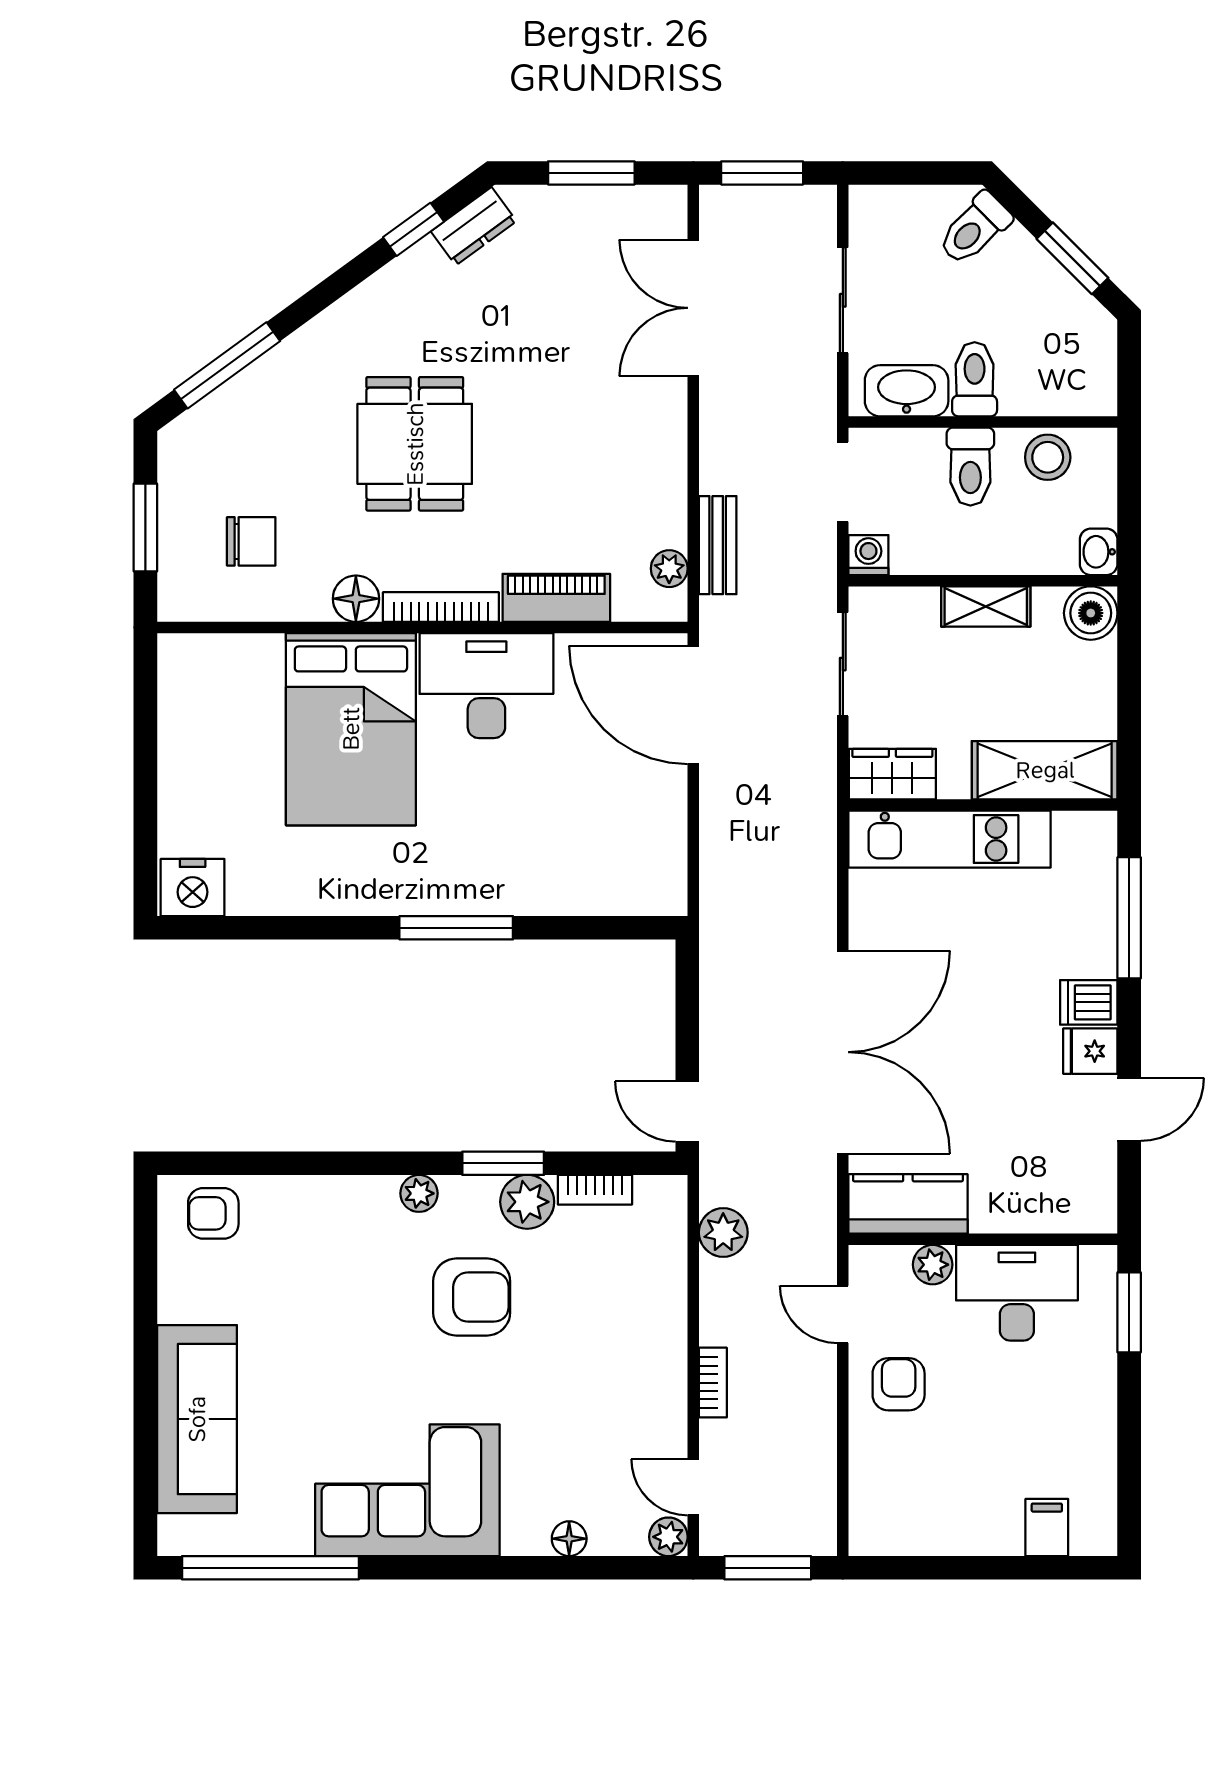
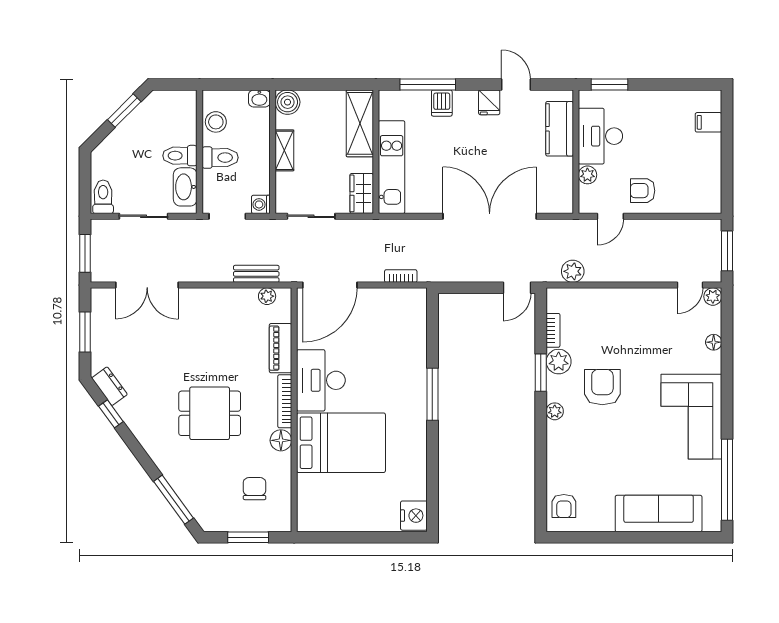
toilet: (975, 229) -> (103, 197), moved, turned -135
dishwasher: (1089, 1002) -> (442, 103), moved
kitchen counter: (908, 1204) -> (560, 129), moved
bookcase: (713, 1383) -> (401, 276), moved

